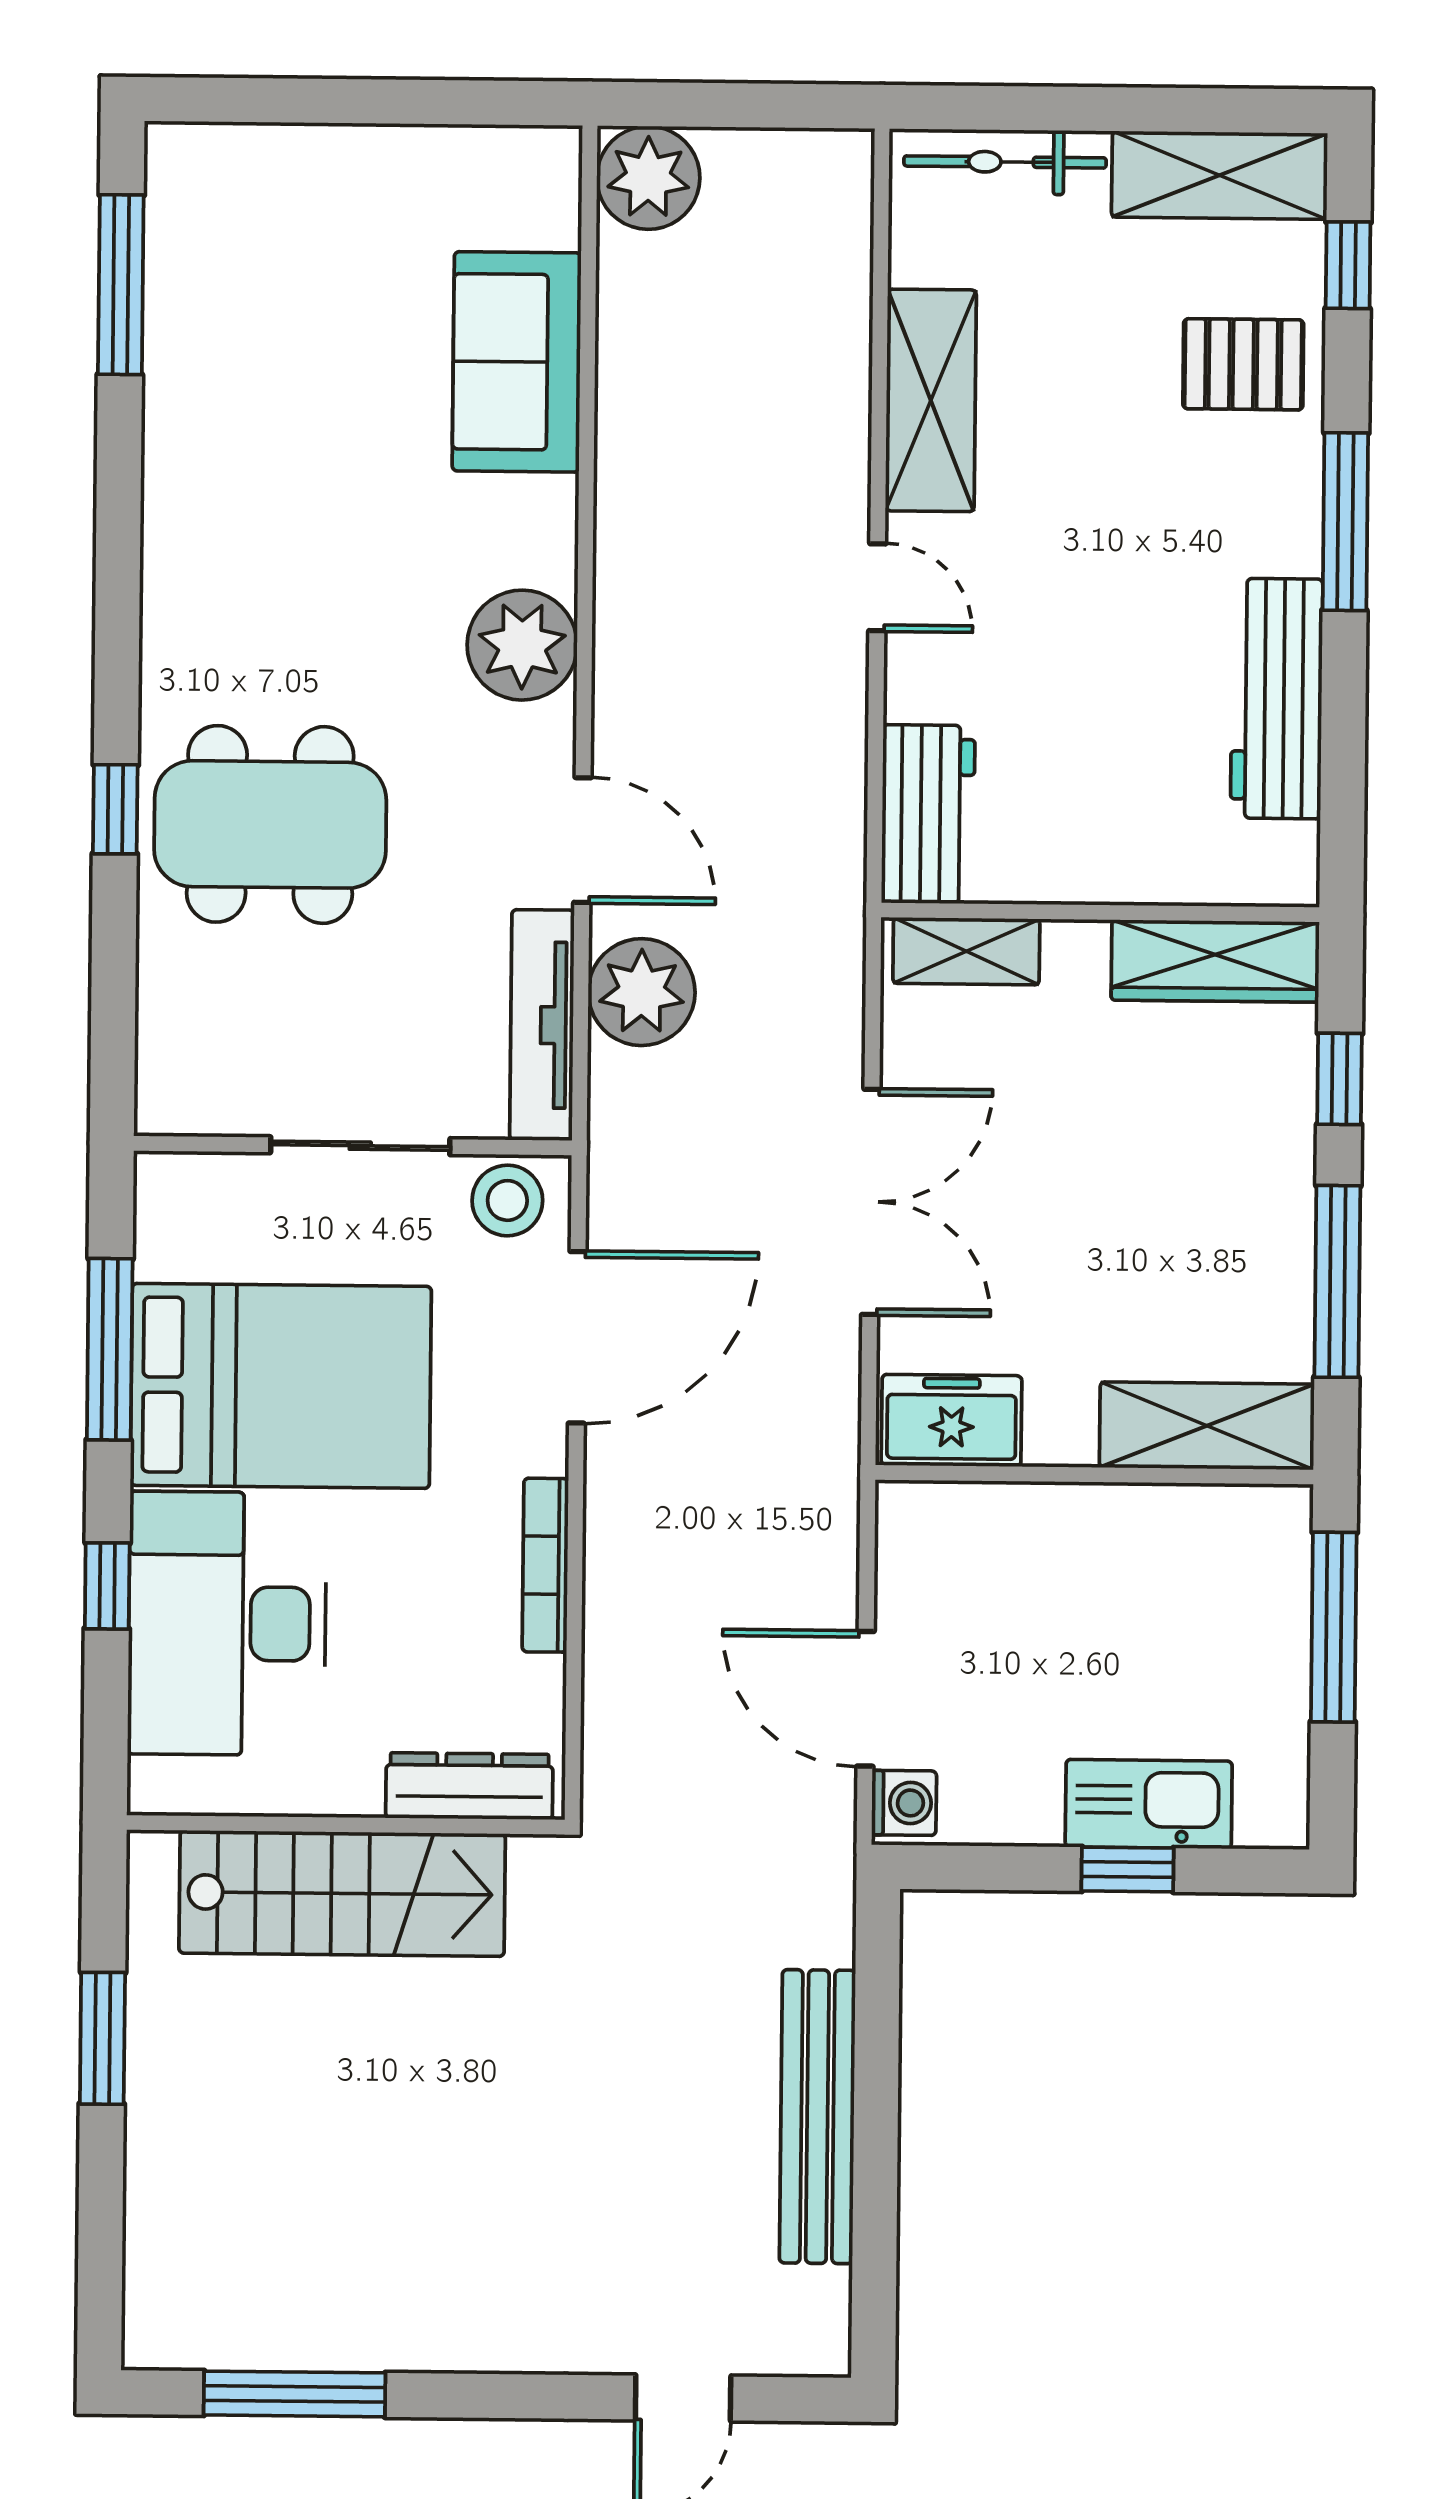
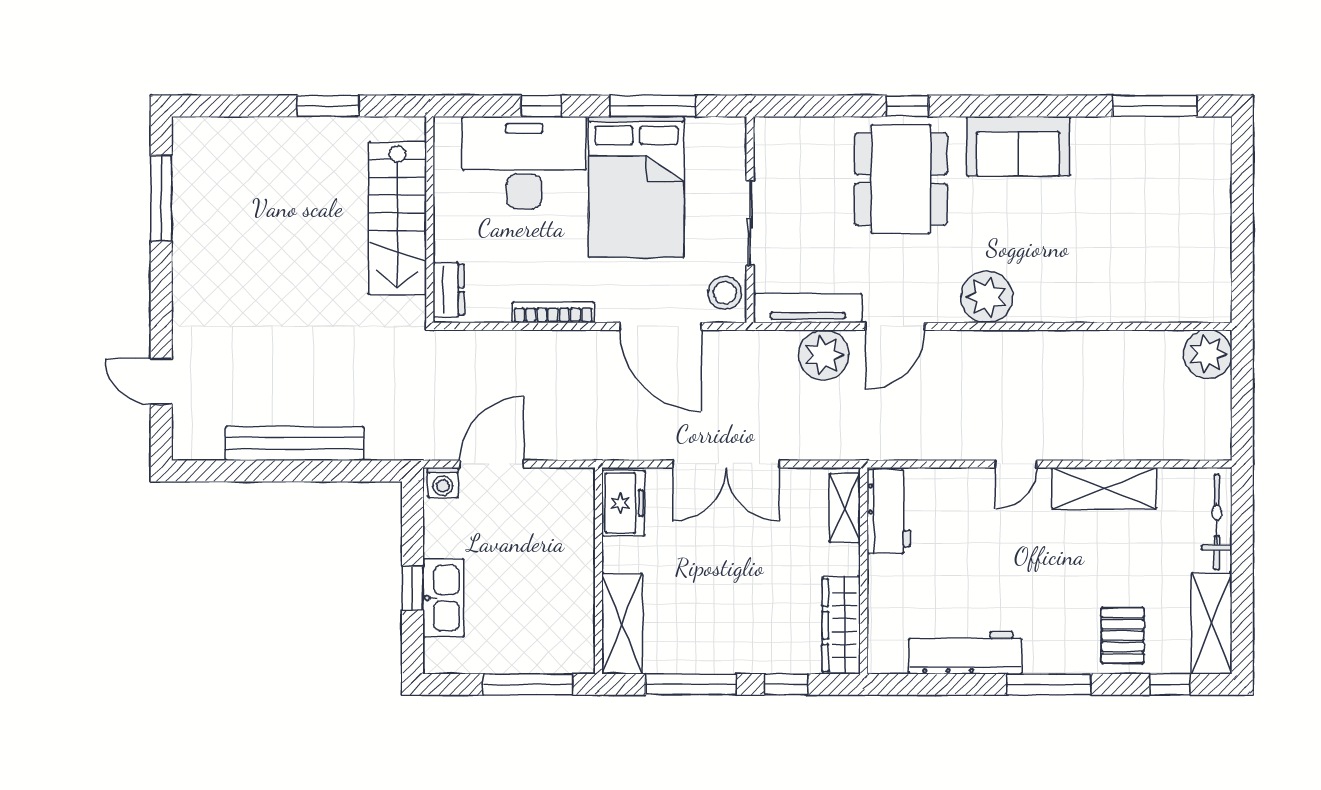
sofa: (517, 362) -> (1018, 146), moved, turned 180
workbench: (928, 814) -> (889, 512), moved, turned -90
dresser: (469, 1786) -> (449, 290), width x0.70

